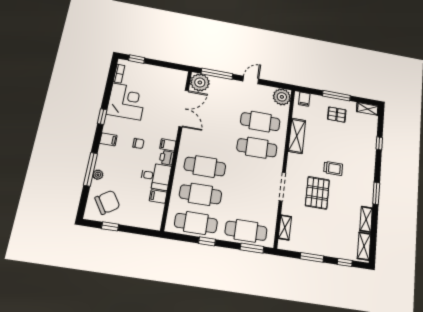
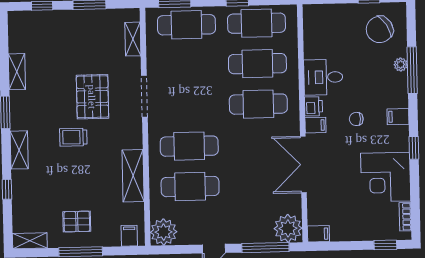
double door: (184, 108) -> (303, 164), moved
filing cabinet: (158, 196) -> (318, 234), moved
shelving: (364, 246) -> (19, 150), moved

